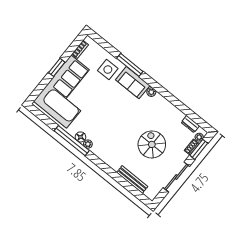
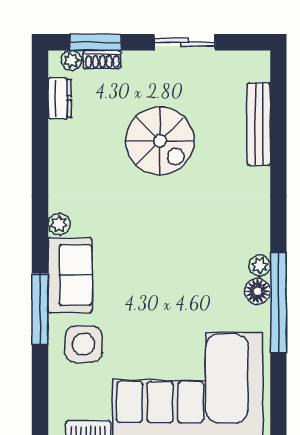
spiral stairs: (152, 144) -> (160, 141), turned -90
sliding door: (176, 177) -> (185, 42), width x0.73

